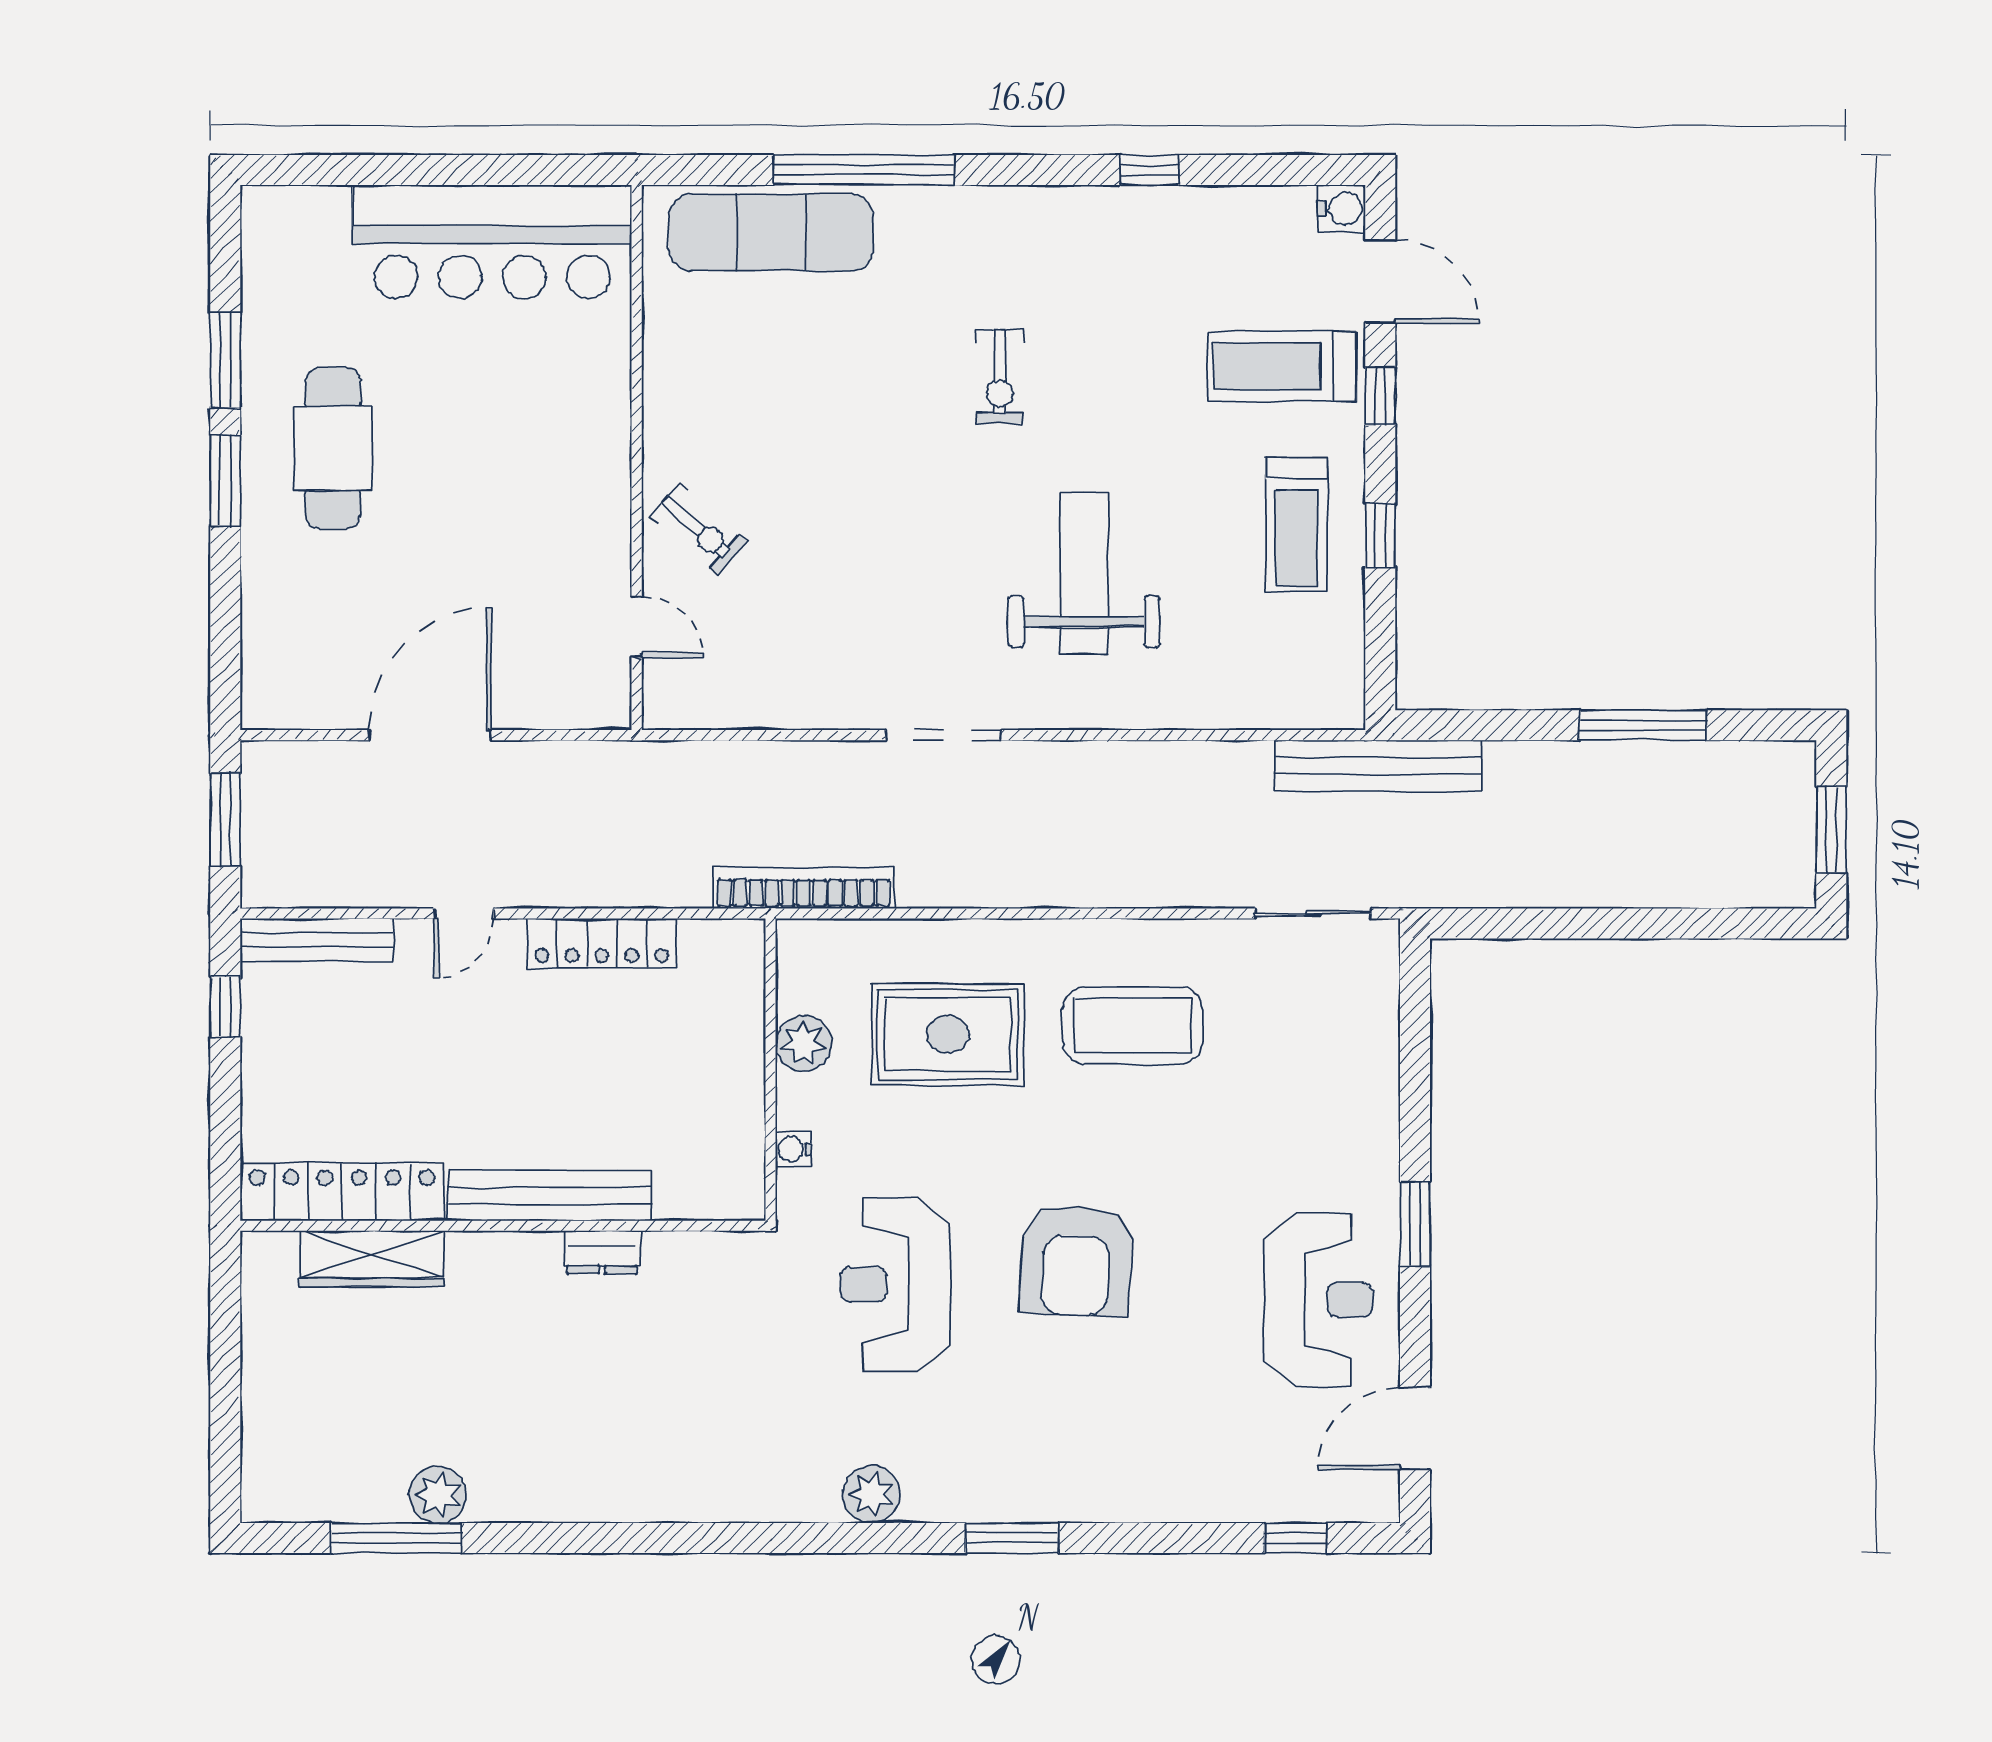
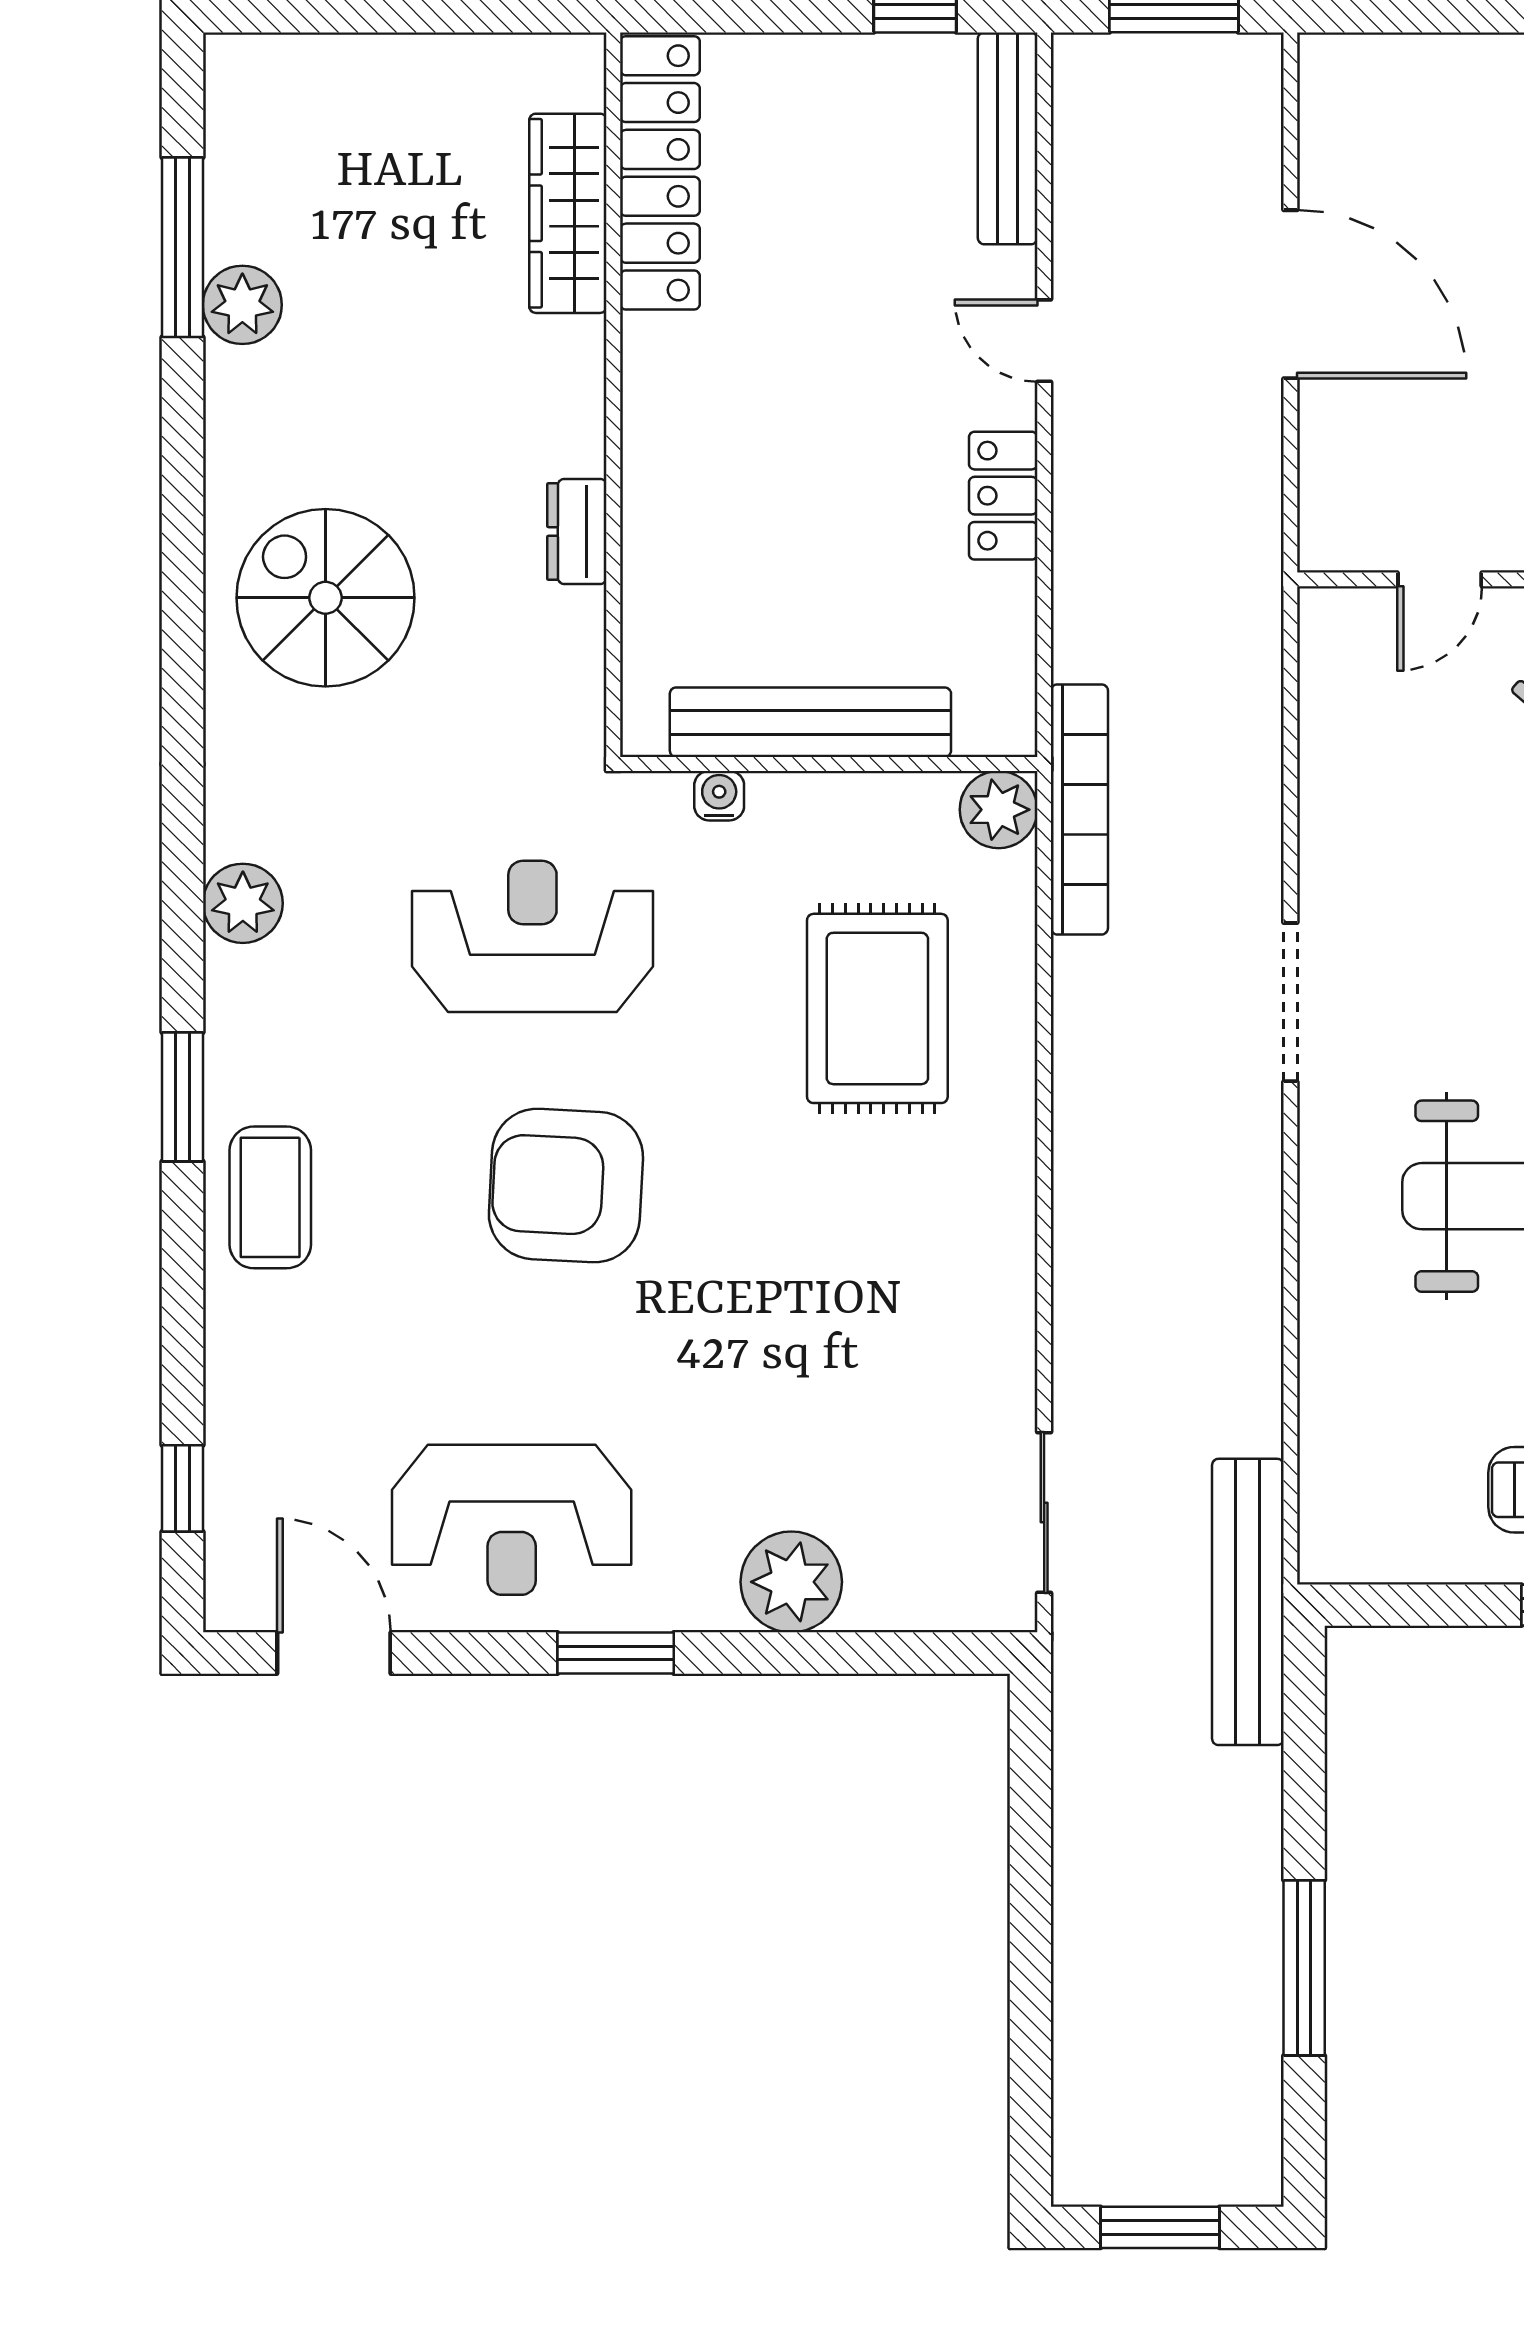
locker: (602, 943) -> (1003, 496), width x0.66
coffee table: (1133, 1025) -> (270, 1197), moved, width x0.73, depth x0.76
plant: (804, 1043) -> (999, 810), moved
plant: (1363, 1097) -> (791, 1582), added
bench: (550, 1196) -> (810, 722), moved, turned 90
spiral stairs: (650, 1434) -> (325, 598), added

